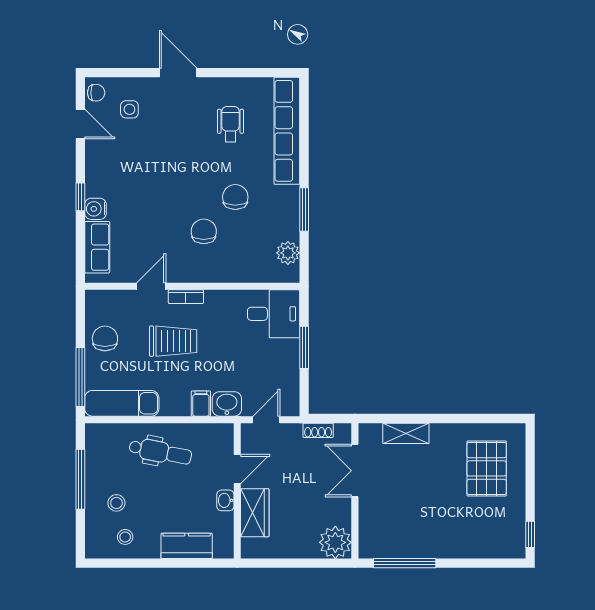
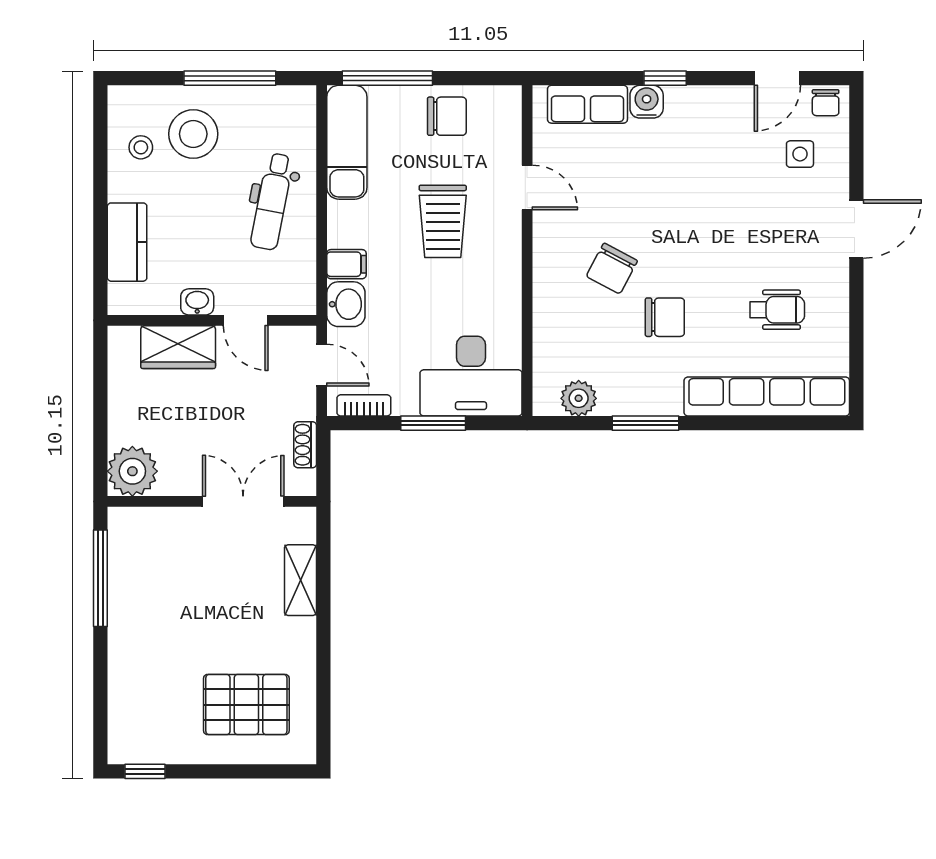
chair: (204, 231) -> (612, 269), turned 118
bookcase: (186, 297) -> (364, 405), moved, turned 90
desk: (274, 314) -> (471, 376), width x1.37
stool: (116, 503) -> (193, 134), width x1.89, depth x1.89

